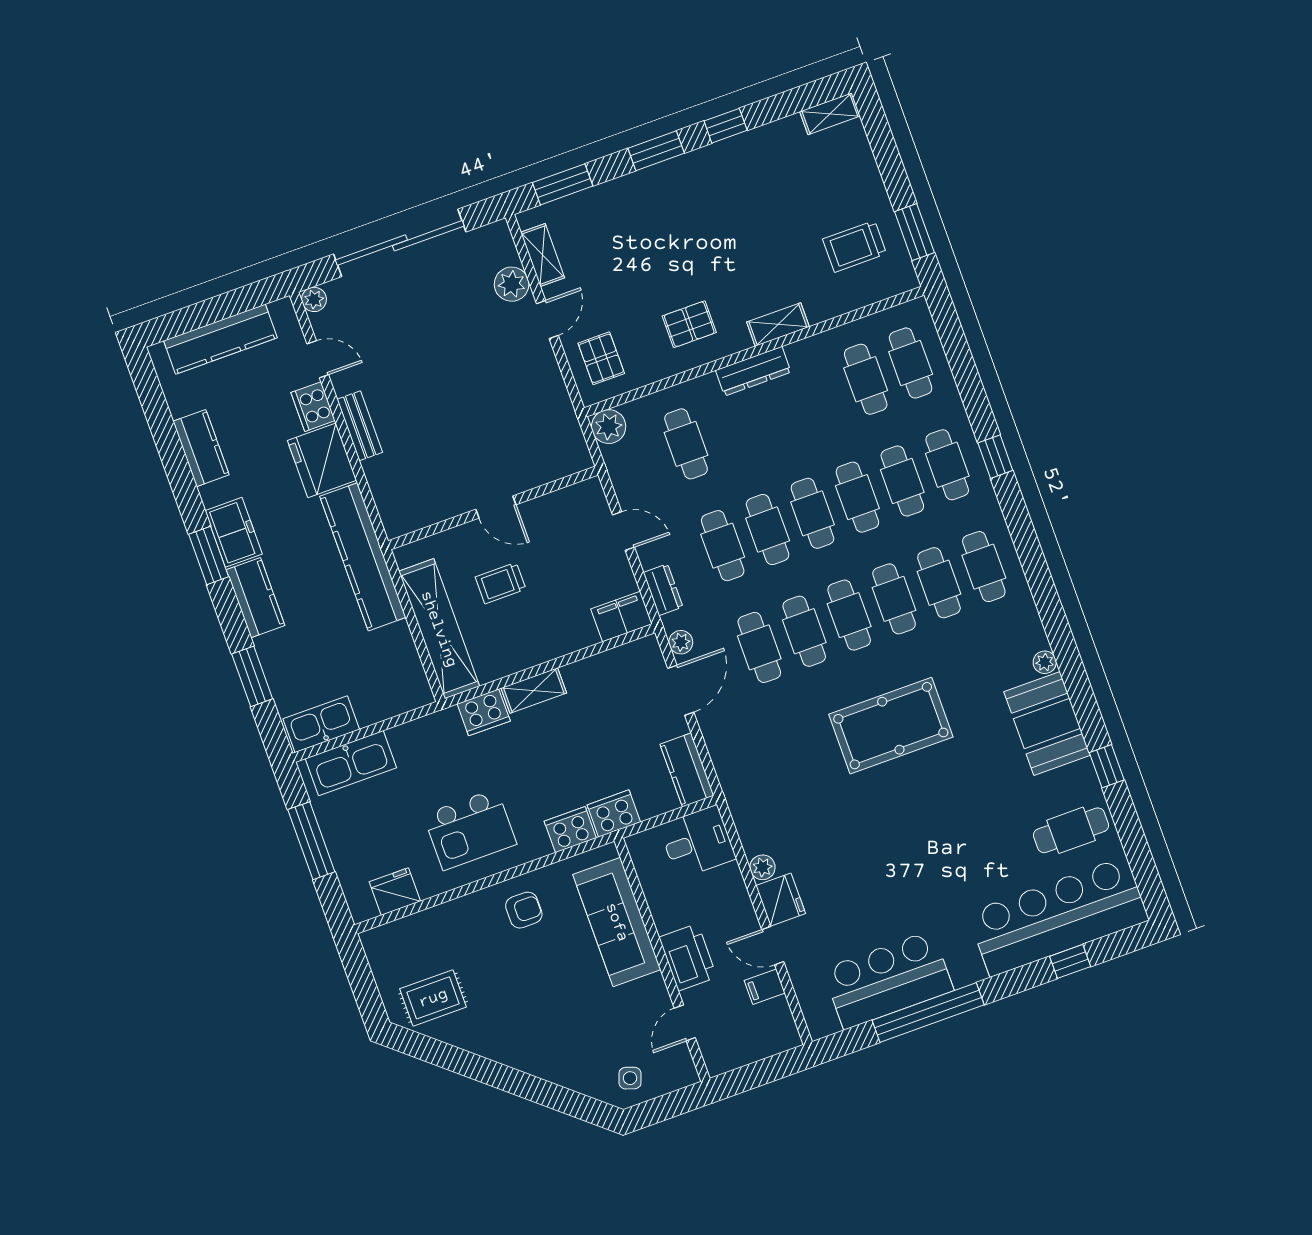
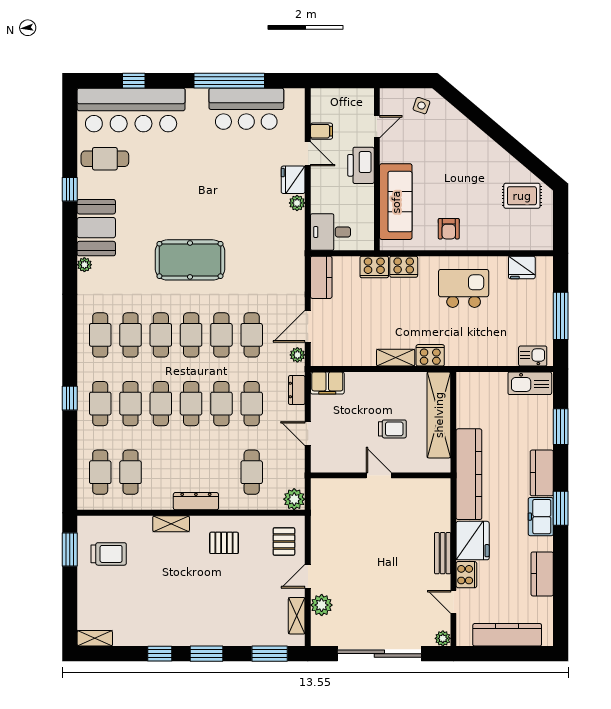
kitchen sink: (351, 763) -> (533, 356), width x0.53, depth x0.81
armchair: (524, 910) -> (449, 229), turned -90

